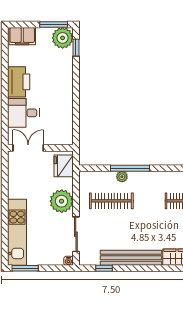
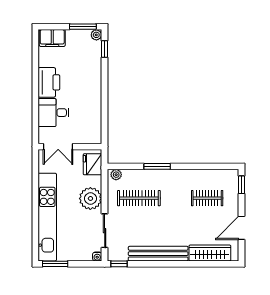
plant: (63, 38) -> (96, 35), width x0.53, depth x0.53
double door: (28, 148) -> (58, 147), swing flipped
window: (130, 168) -> (157, 166), width x0.69
plant: (122, 177) -> (116, 175), moved
kitchen unit: (17, 232) -> (47, 217), width x1.36
window: (104, 268) -> (119, 264), moved

